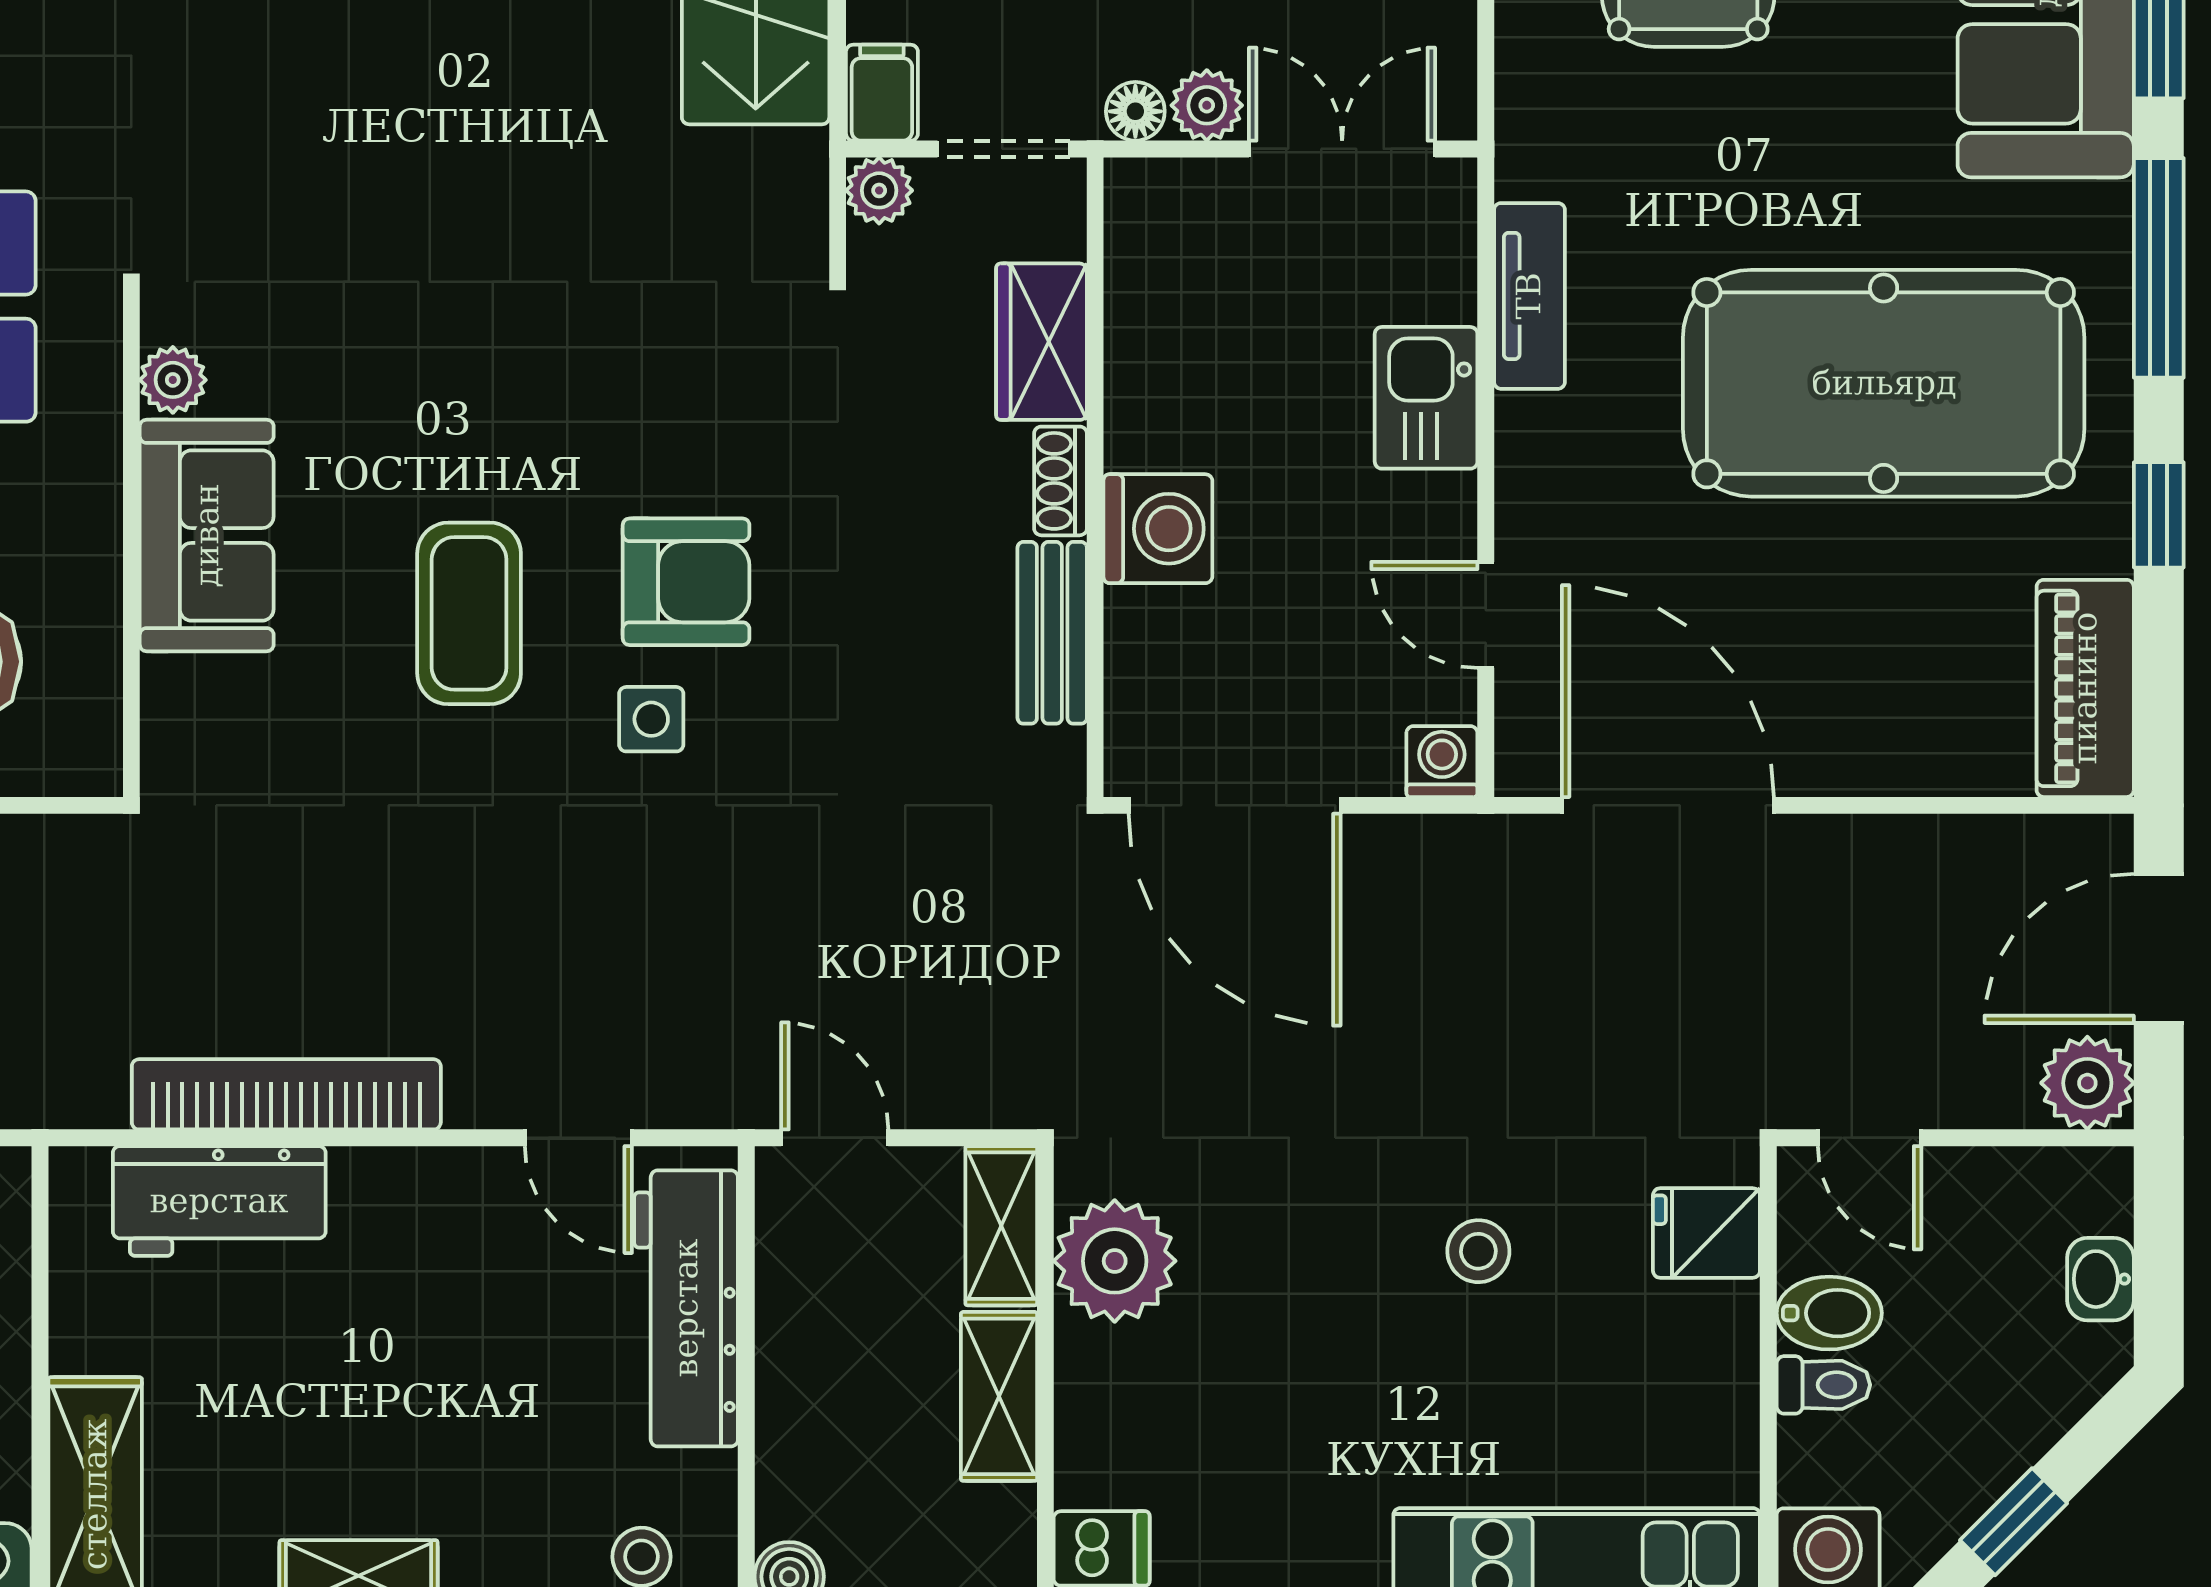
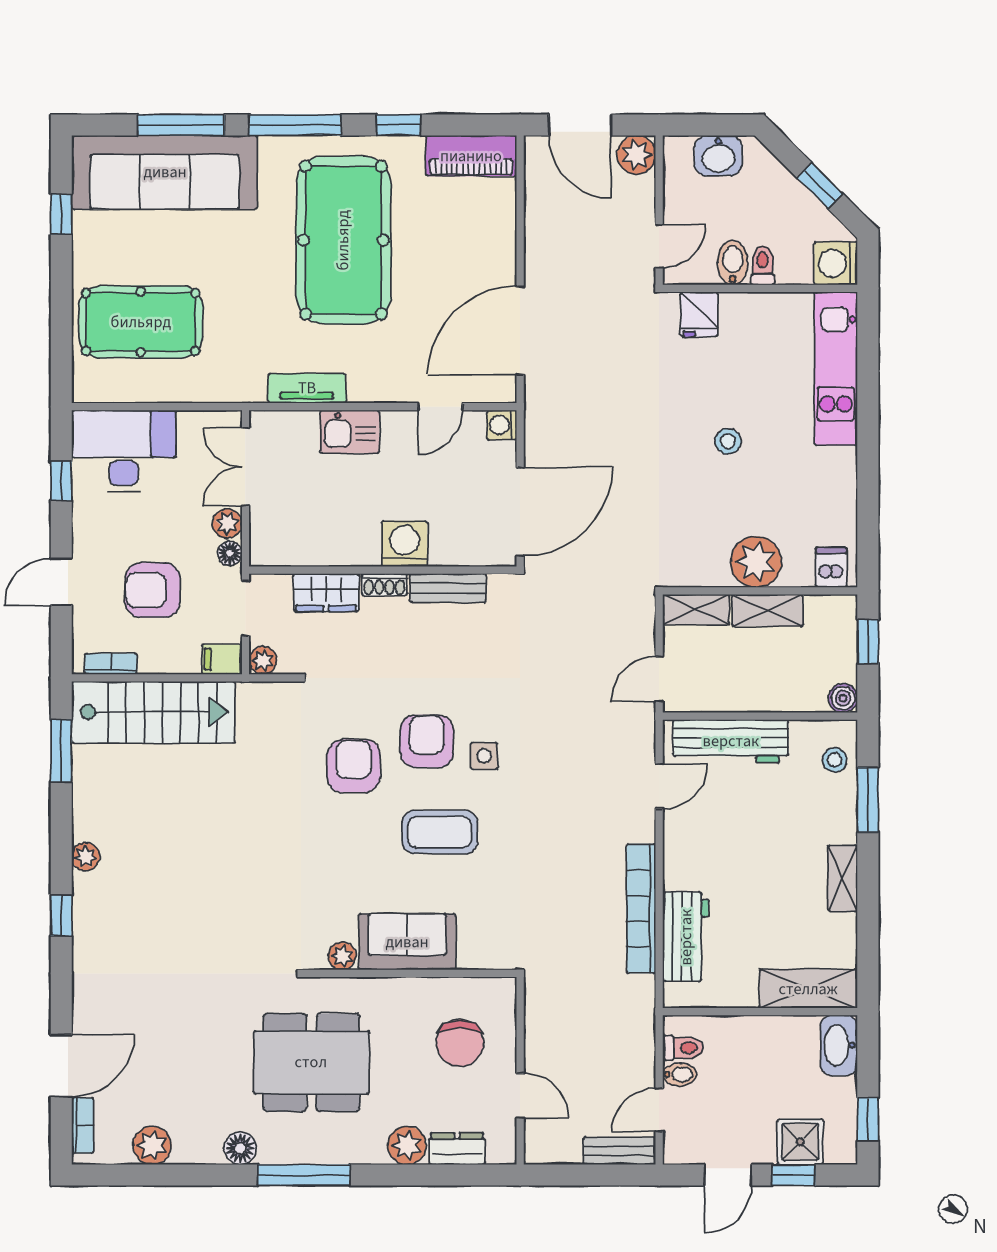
armchair: (627, 407) -> (354, 766), added
stool: (1478, 1251) -> (728, 441), moved
plant: (1115, 1261) -> (756, 562), moved
washbasin: (2100, 1279) -> (718, 156), width x1.38, depth x1.45

